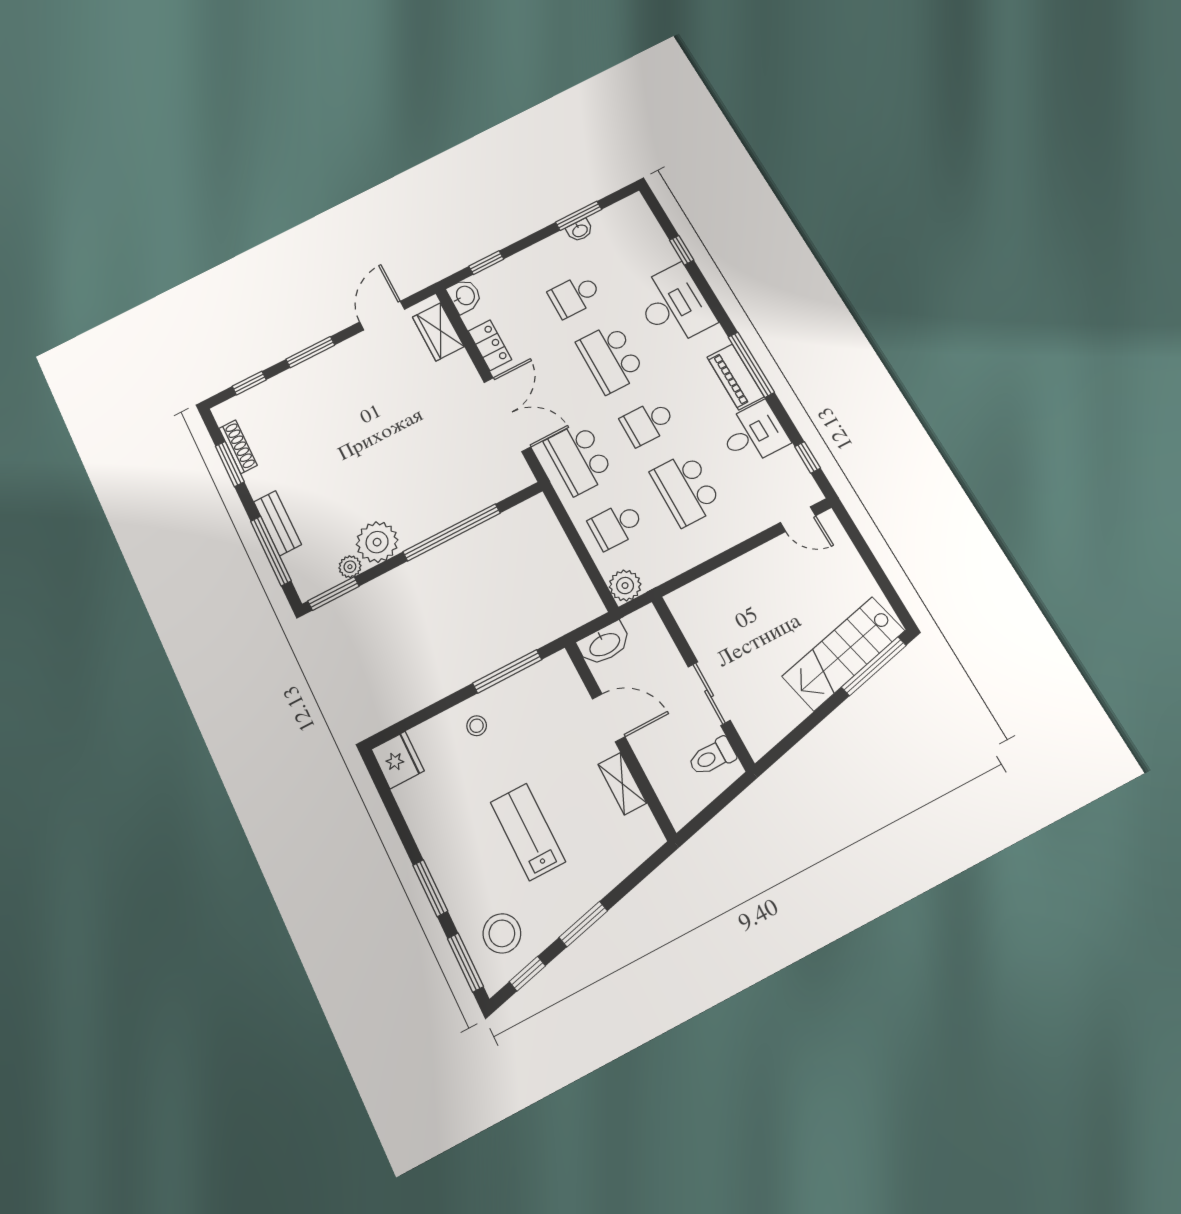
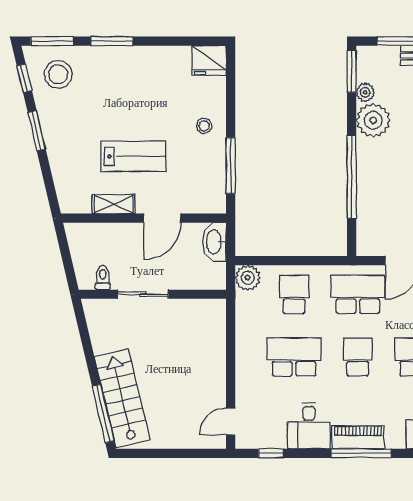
toilet: (712, 757) -> (103, 278), width x0.73, depth x0.72
lab bench: (528, 832) -> (133, 156), moved

